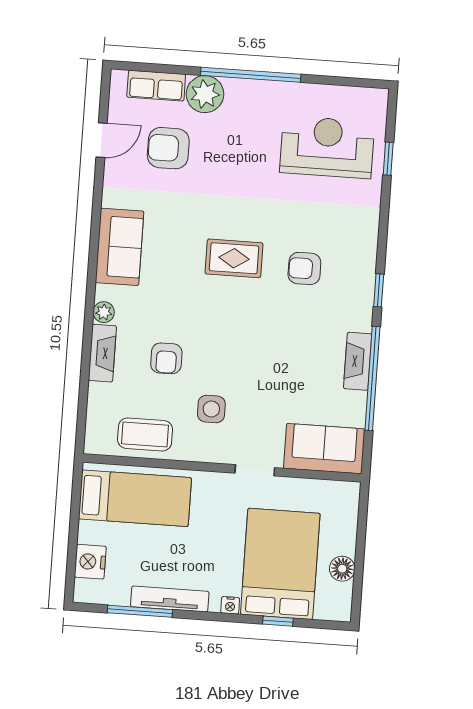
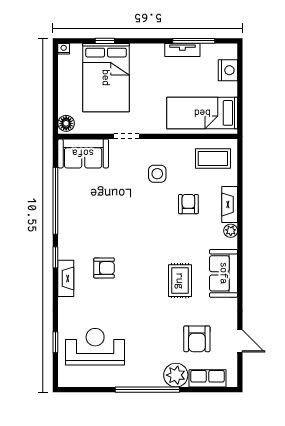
door: (102, 140) -> (240, 341), swing flipped
reception desk: (327, 147) -> (95, 347), turned 180
armchair: (168, 148) -> (197, 339), turned 90
rug: (234, 258) -> (180, 281), moved, turned 90
fireplace: (358, 361) -> (66, 278), moved
coffee table: (145, 434) -> (213, 158), moved
floor lamp: (342, 569) -> (66, 123), moved
tv unit: (170, 599) -> (182, 50), width x0.71
nightstand: (230, 605) -> (64, 49), moved

